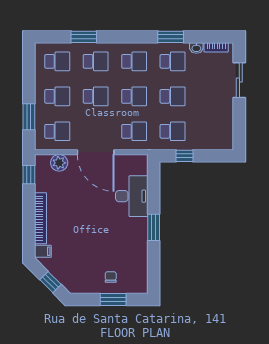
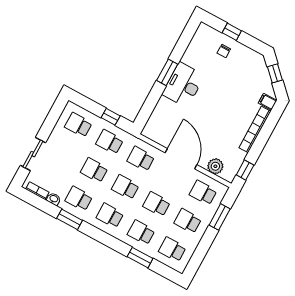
school desk: (211, 131) -> (78, 125), added
desk: (132, 196) -> (183, 85), moved
window: (113, 299) -> (232, 32), width x0.67

